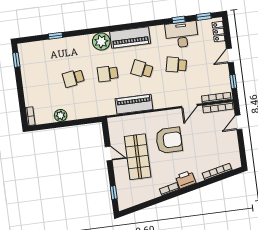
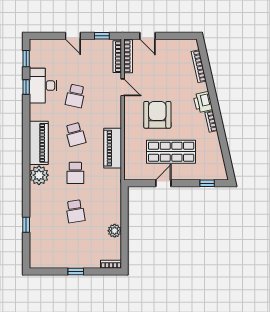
locker: (219, 32) -> (45, 45), removed
window: (16, 60) -> (76, 271), moved
school desk: (142, 69) -> (75, 134), turned -39

